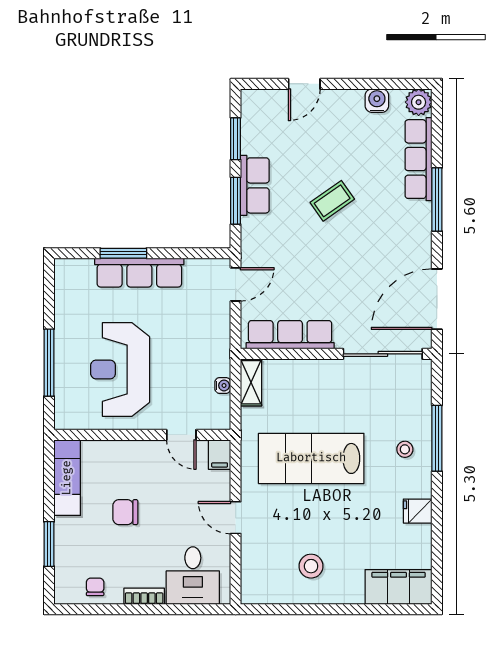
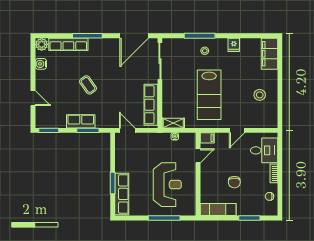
window: (236, 139) -> (49, 130), moved
row of seats: (139, 273) -> (122, 194), moved
door: (437, 299) -> (134, 36), hinge flipped
reception desk: (120, 369) -> (167, 185), turned -90

